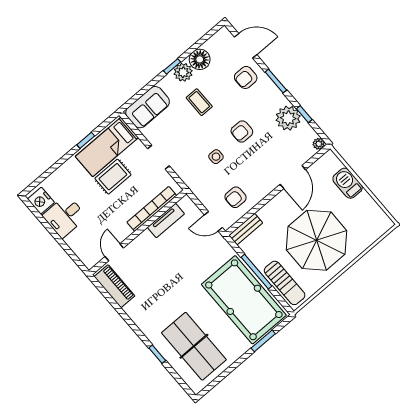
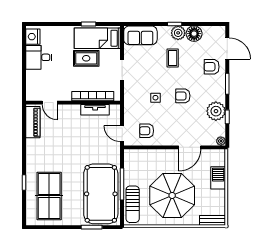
bench: (246, 229) -> (213, 220), moved
door: (114, 252) -> (50, 103), swing flipped

